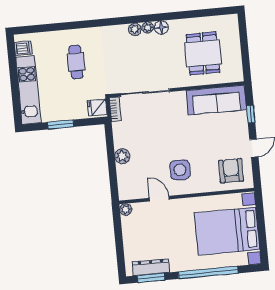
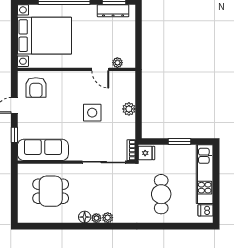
dining table: (203, 53) -> (51, 191), turned 90
cafe table: (76, 62) -> (161, 194), width x1.37, depth x1.35
side table: (180, 170) -> (92, 113), moved
plant: (126, 210) -> (117, 63), moved

